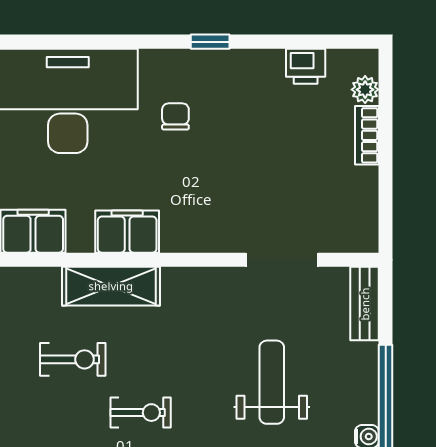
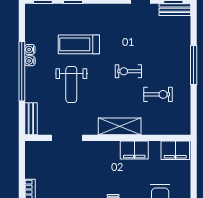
shelving: (111, 286) -> (120, 126), moved
exercise bike: (73, 359) -> (158, 94), turned 180

